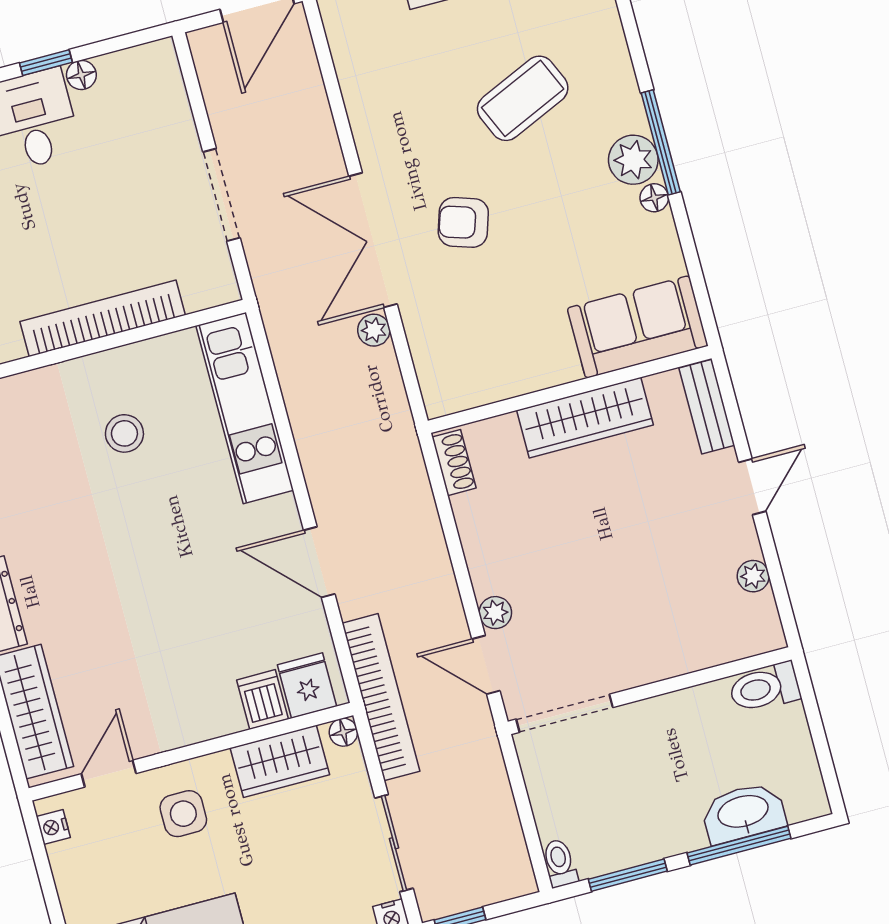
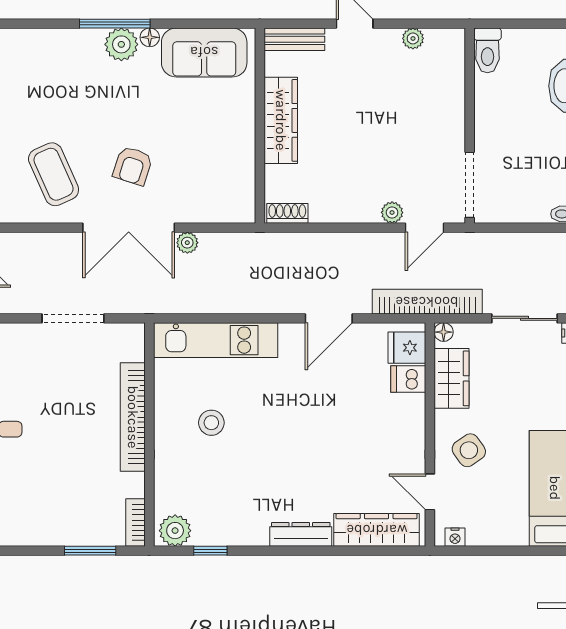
coffee table: (523, 98) -> (54, 174), moved
sofa: (638, 327) -> (204, 52), moved, turned -90
side table: (183, 814) -> (469, 450), turned -35

